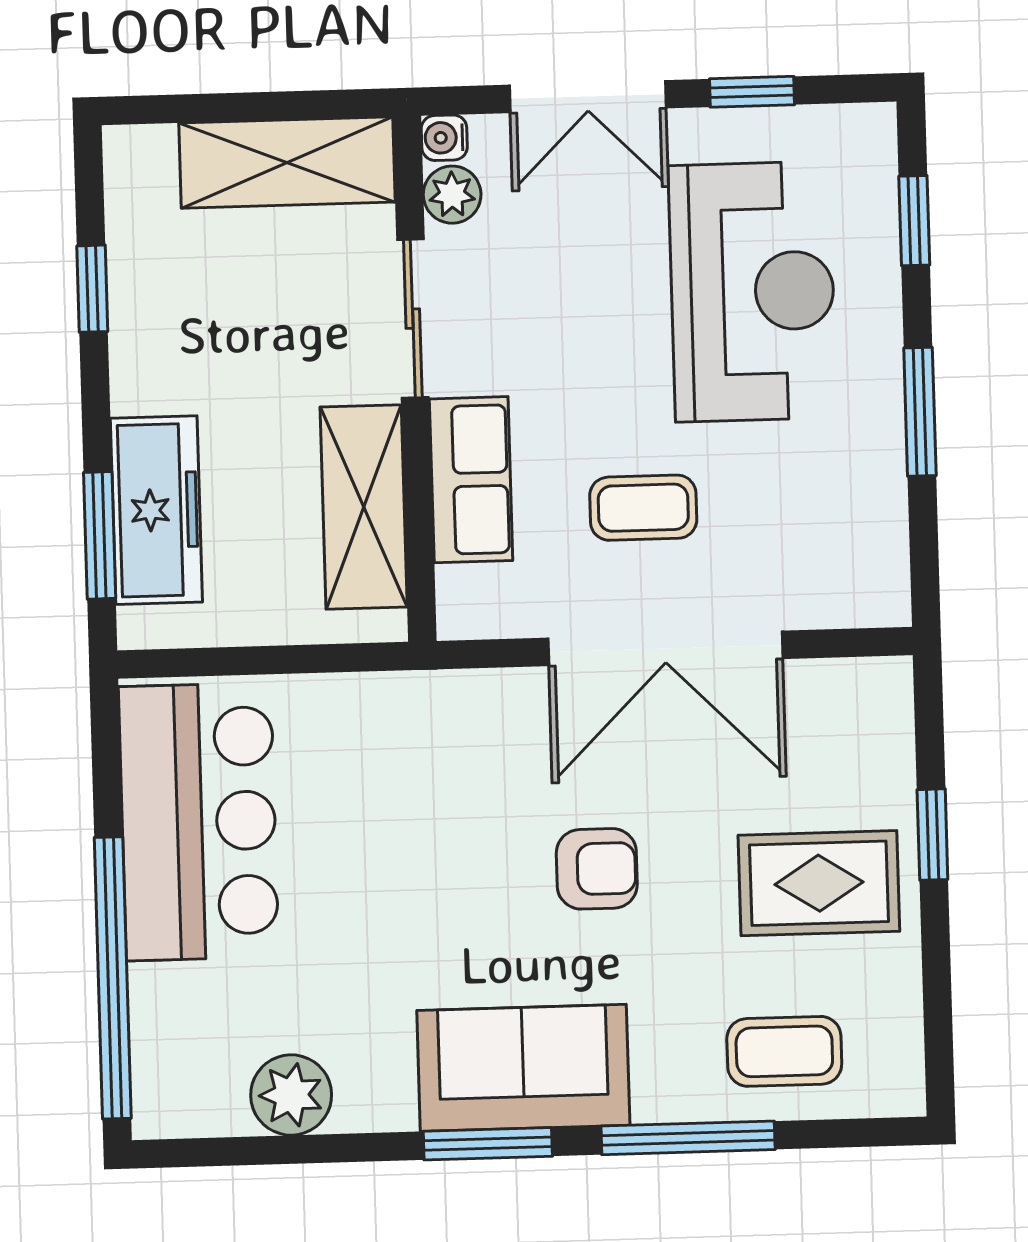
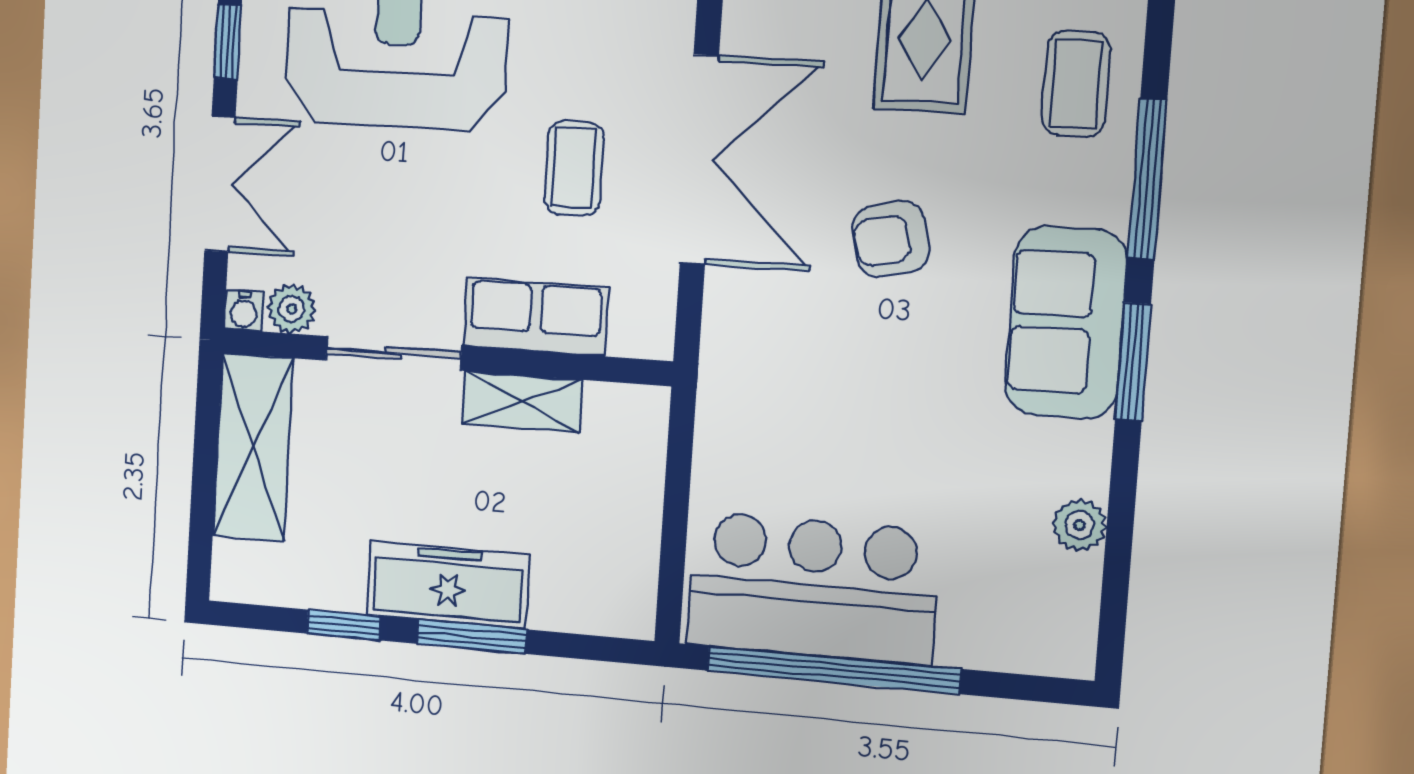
shelving: (364, 507) -> (522, 402), width x0.67, depth x0.75
freezer: (156, 510) -> (448, 585), moved
window: (100, 535) -> (472, 637), moved
armchair: (597, 869) -> (891, 239), turned -104
window: (113, 978) -> (833, 670), moved
plant: (291, 1095) -> (1079, 525), width x0.73, depth x0.73

